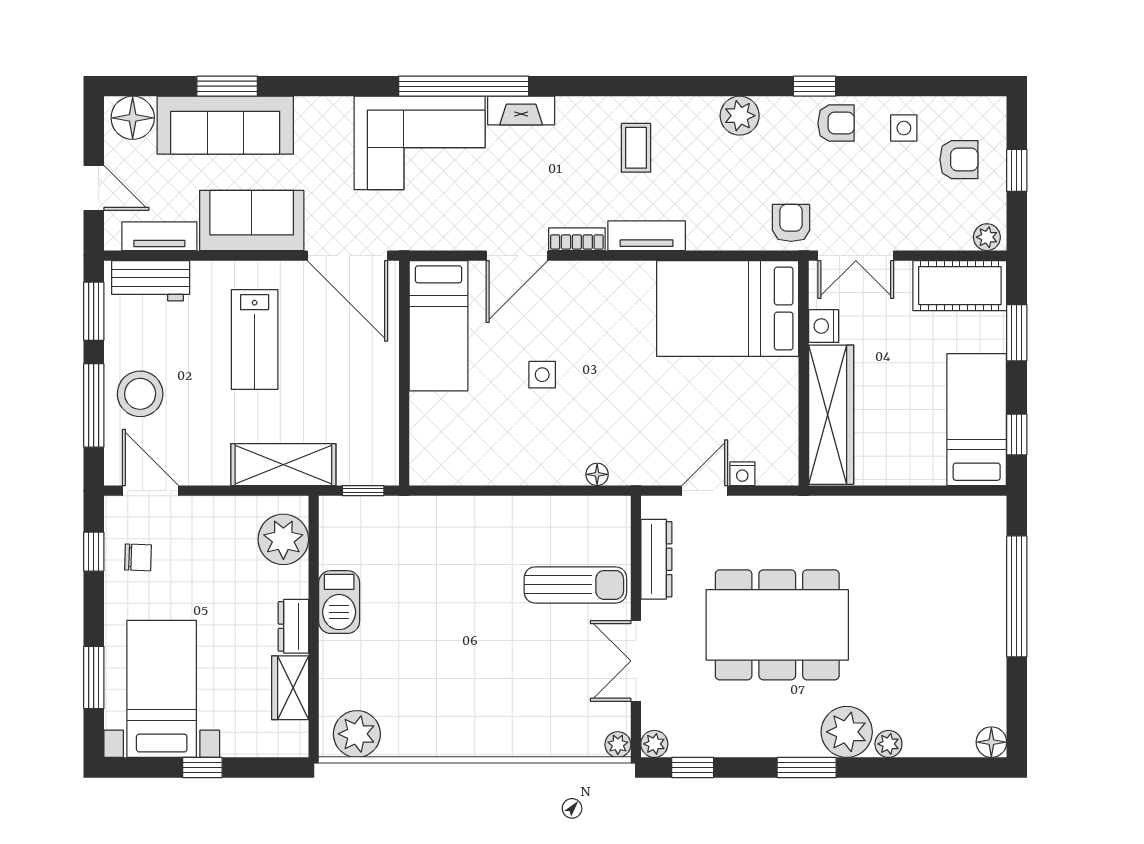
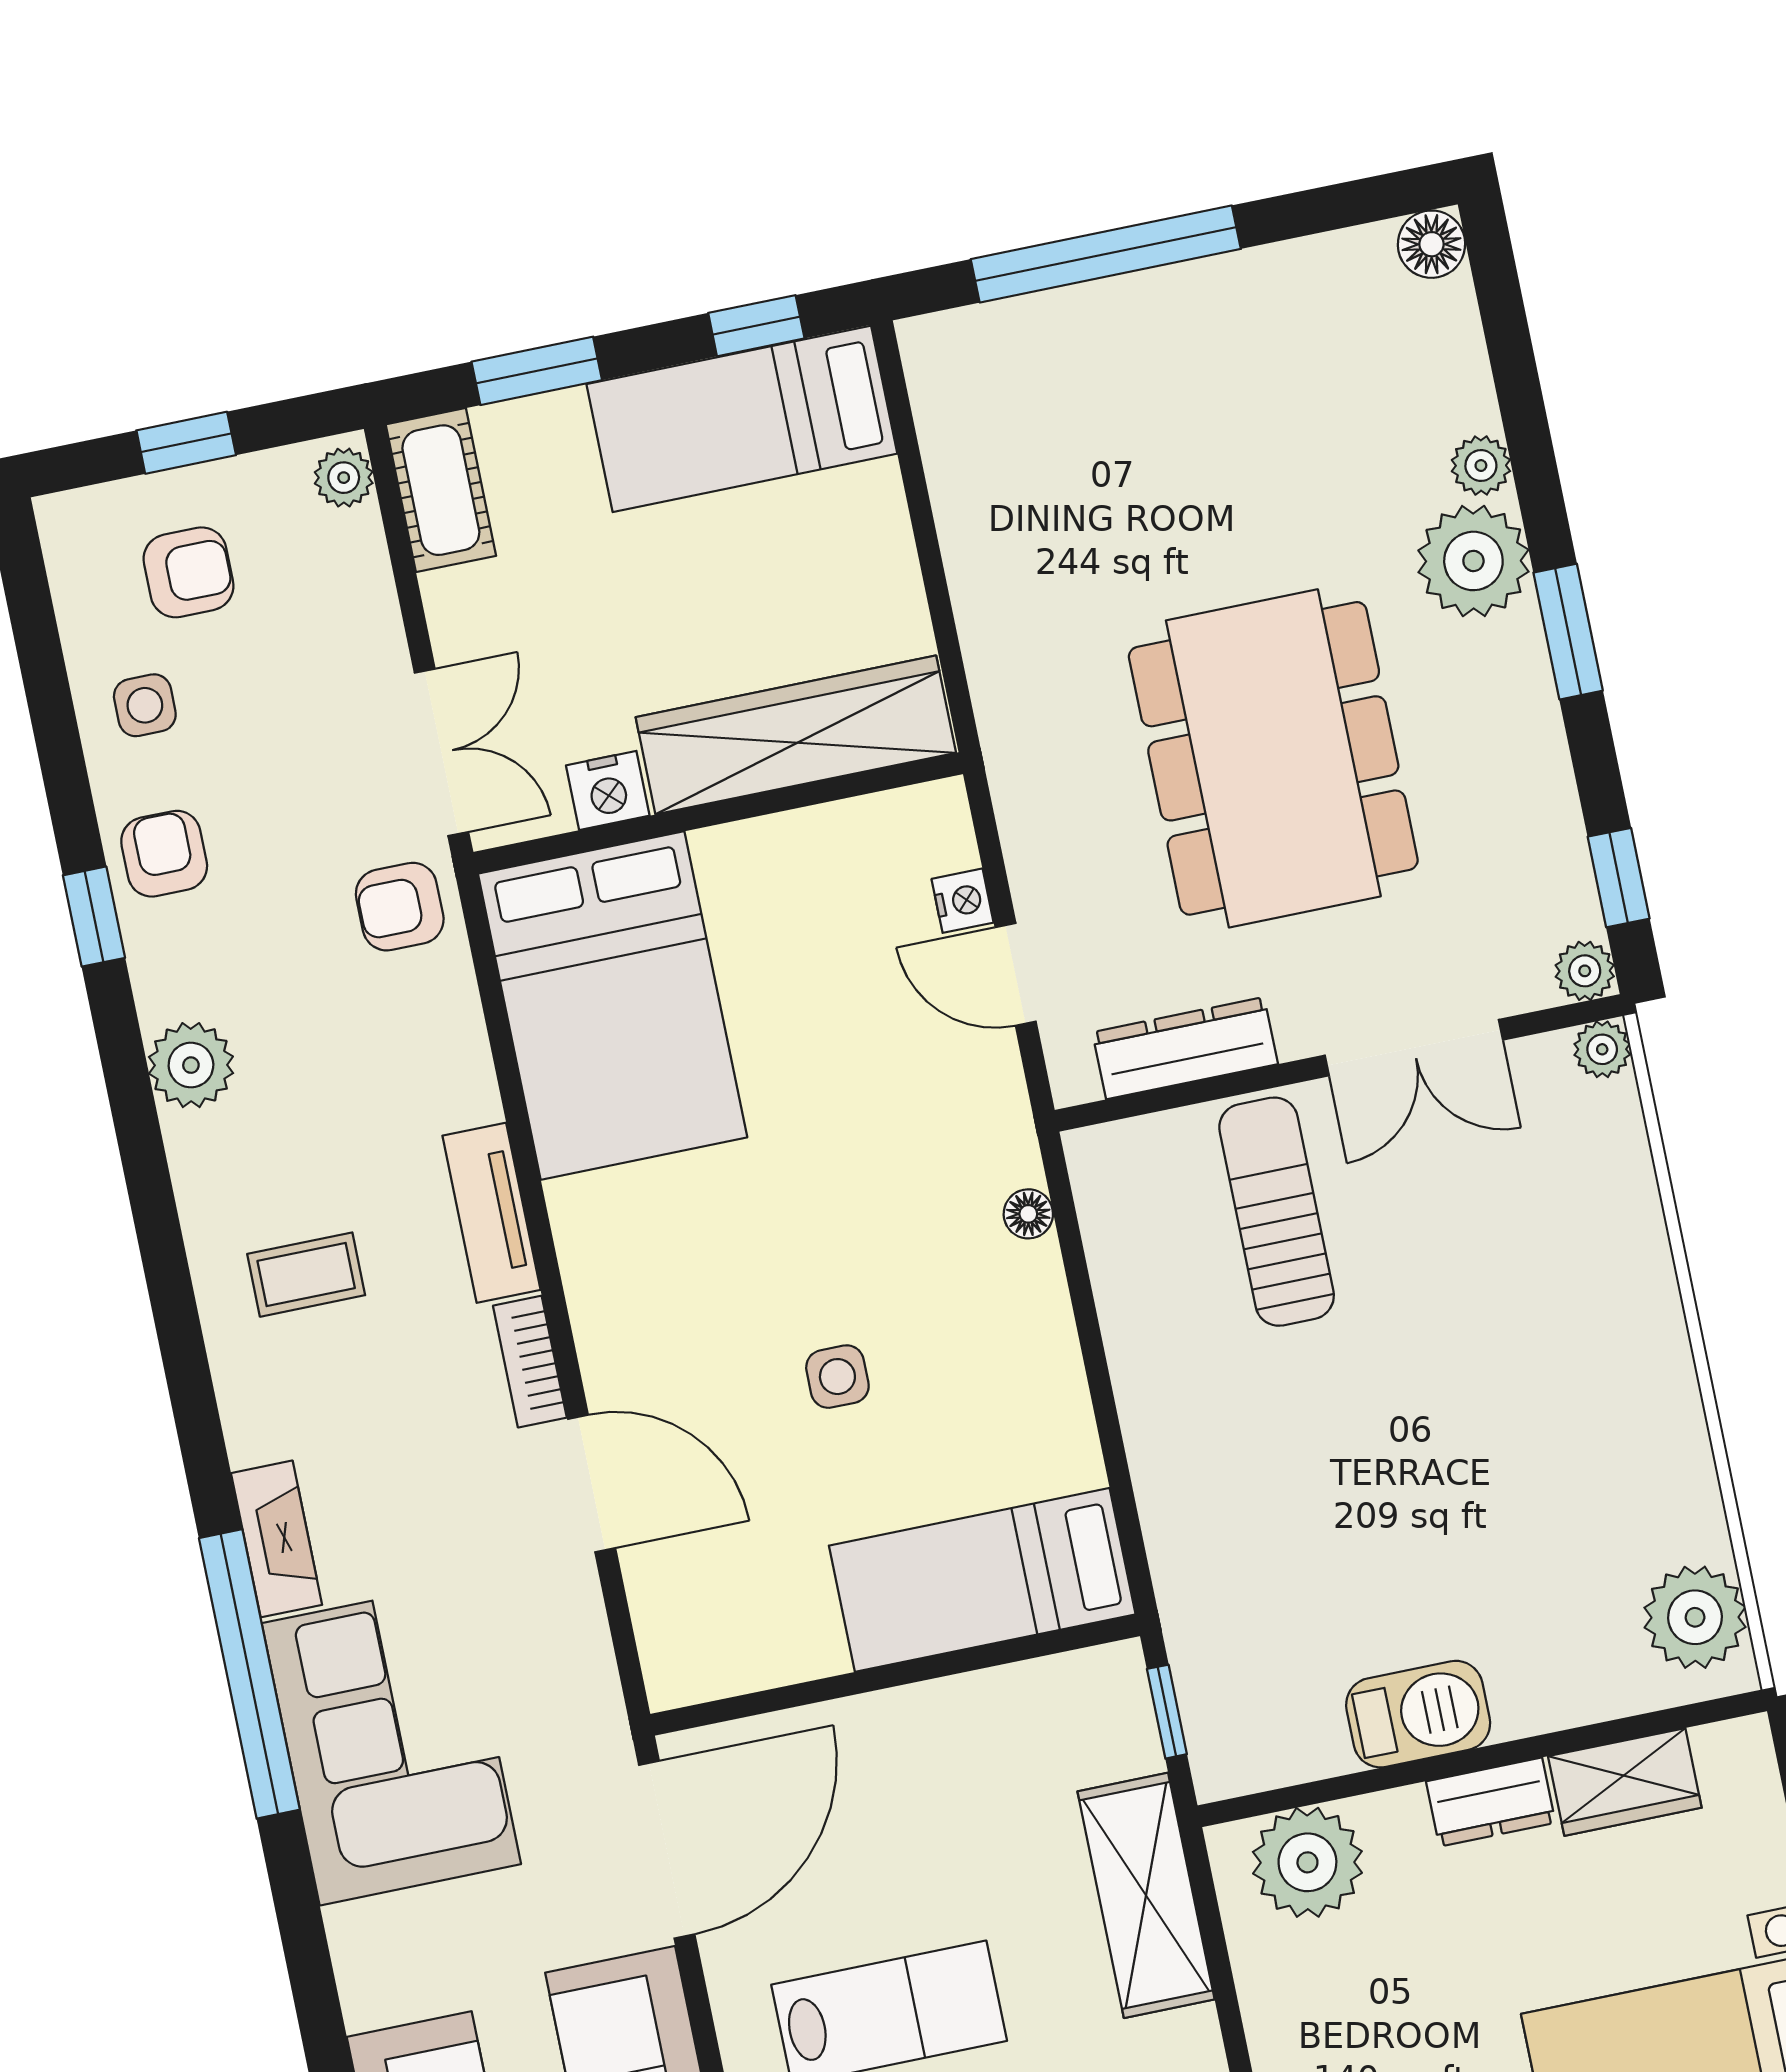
armchair: (959, 160) -> (189, 572), turned 90
cot: (960, 286) -> (441, 490), width x0.73, depth x0.75
bed: (439, 326) -> (982, 1580), moved, turned 180

